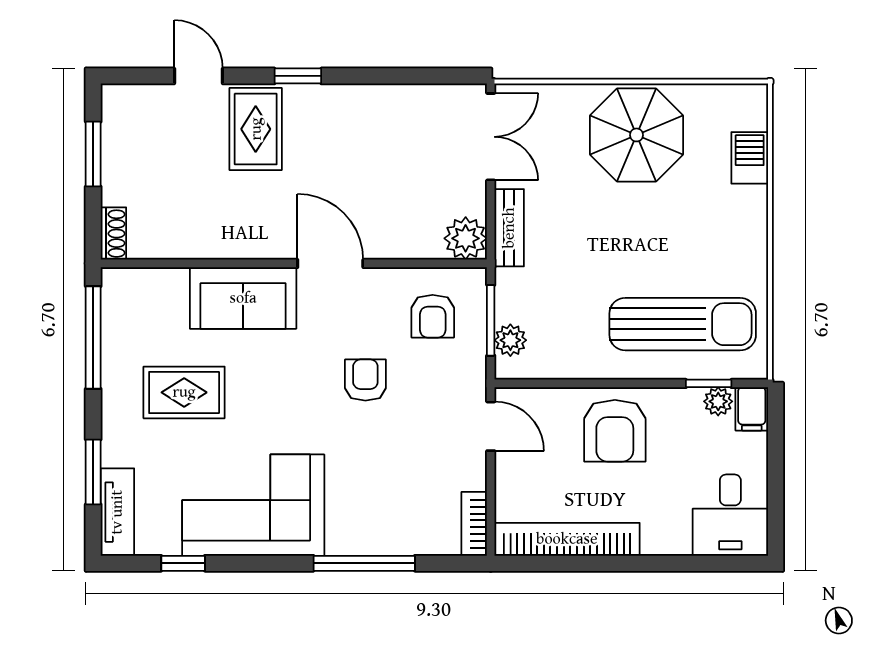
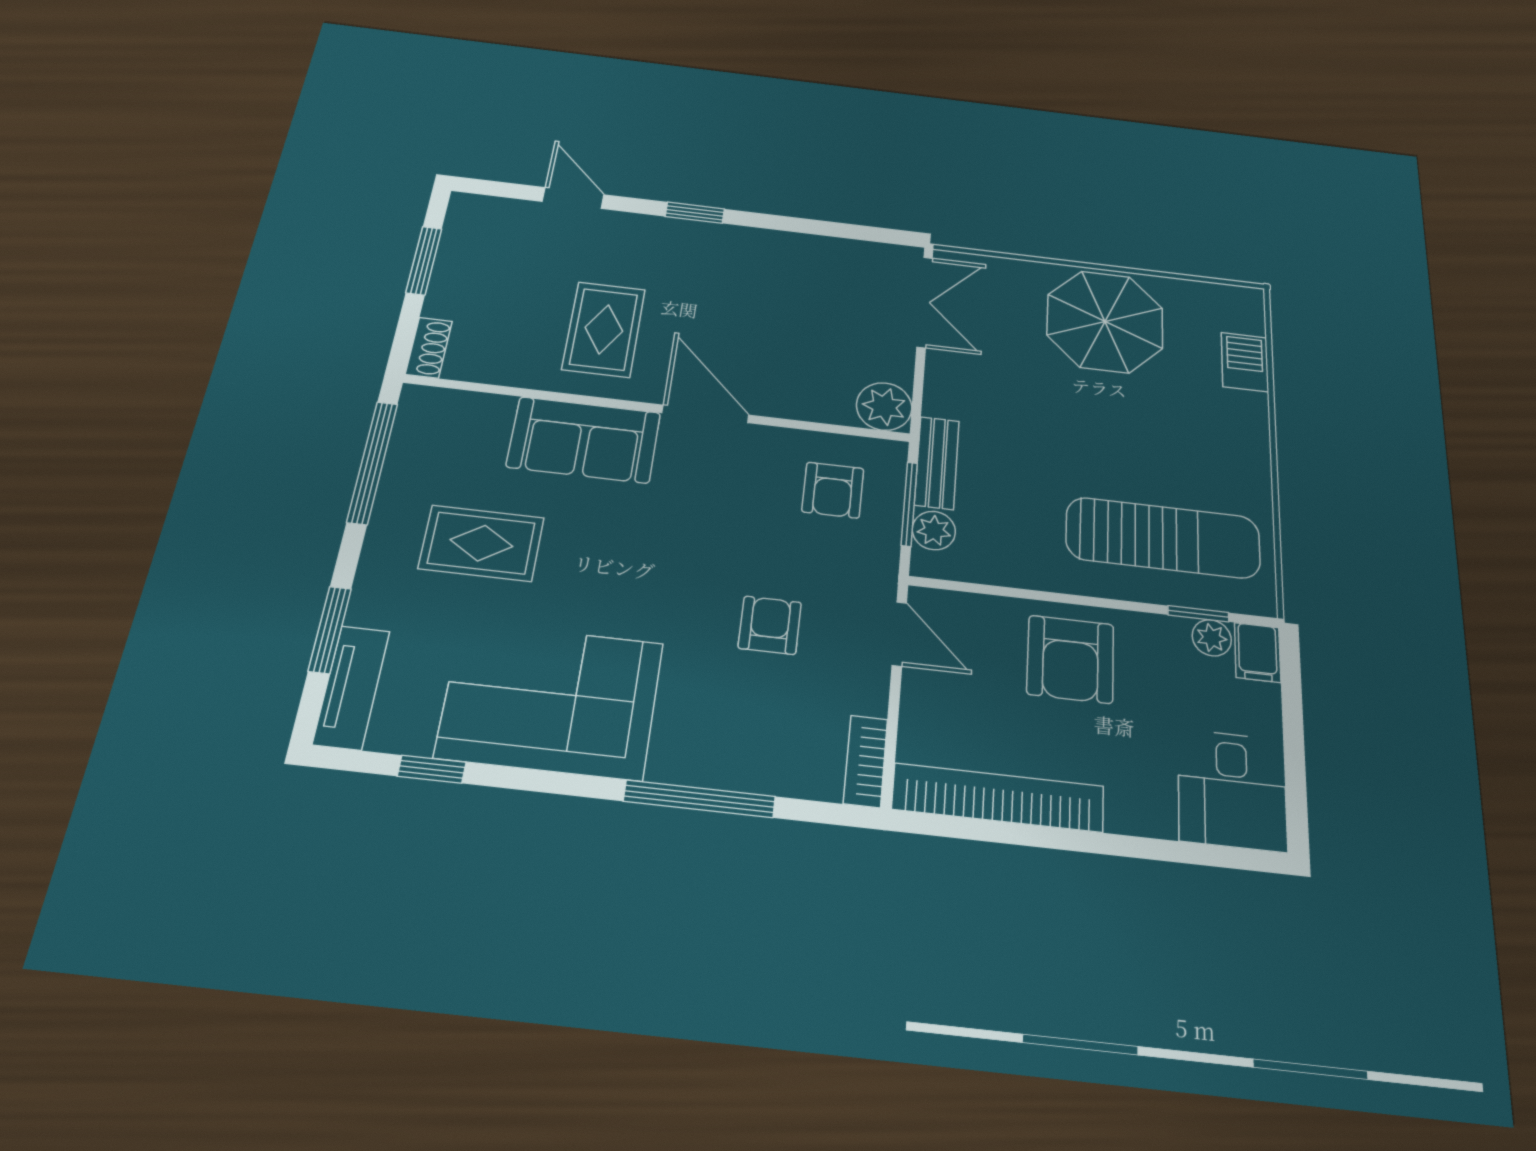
rug: (256, 129) -> (604, 329), moved
bench: (509, 228) -> (937, 463), moved
armchair: (365, 380) -> (770, 625), moved

